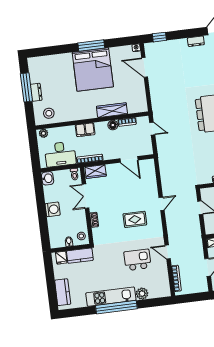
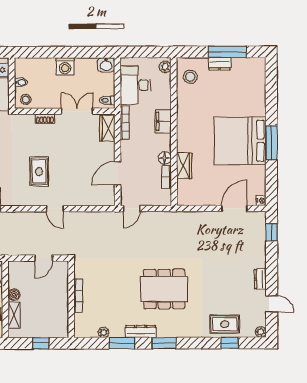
wardrobe: (112, 110) -> (184, 166), width x0.67
door: (152, 129) -> (132, 209), moved

